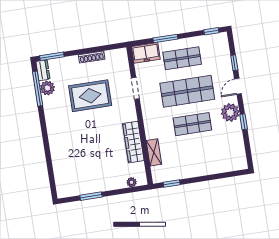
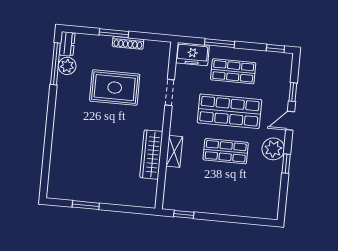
window: (52, 56) -> (114, 33), moved
shelving: (154, 152) -> (174, 151), moved
plant: (132, 182) -> (137, 201), removed

